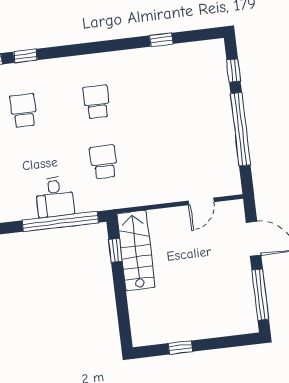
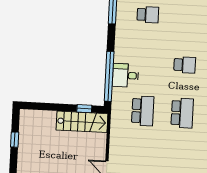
school desk: (97, 102) -> (182, 113), width x1.85
school desk: (104, 162) -> (143, 111), width x1.85

